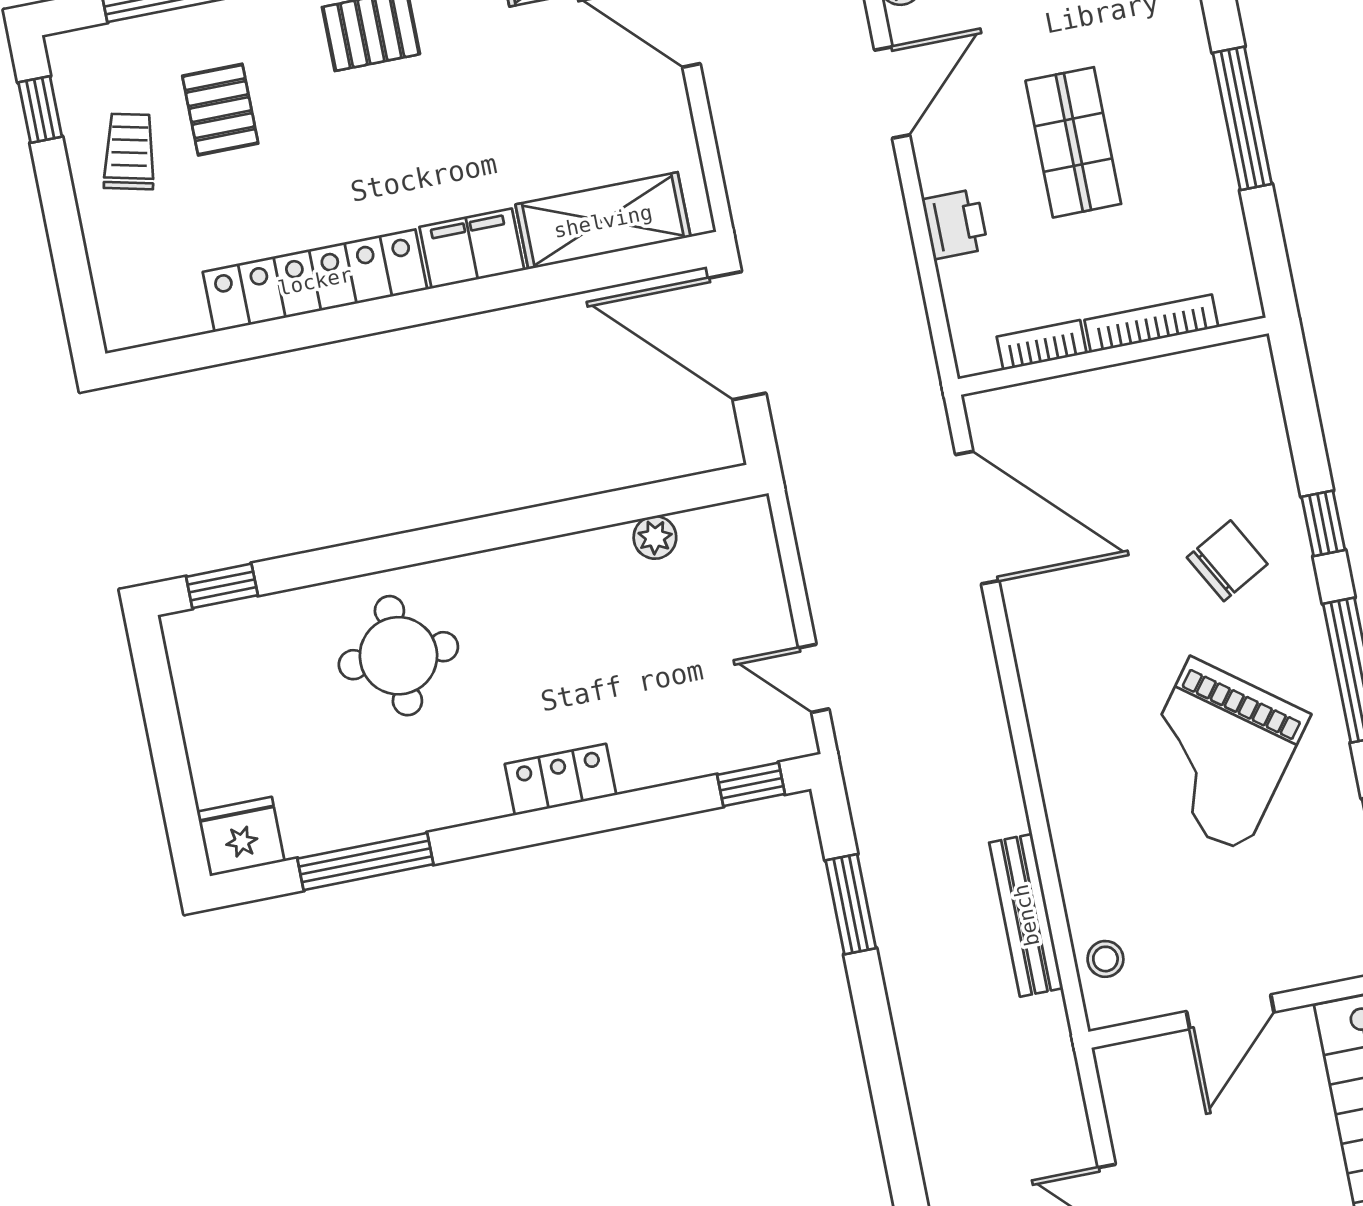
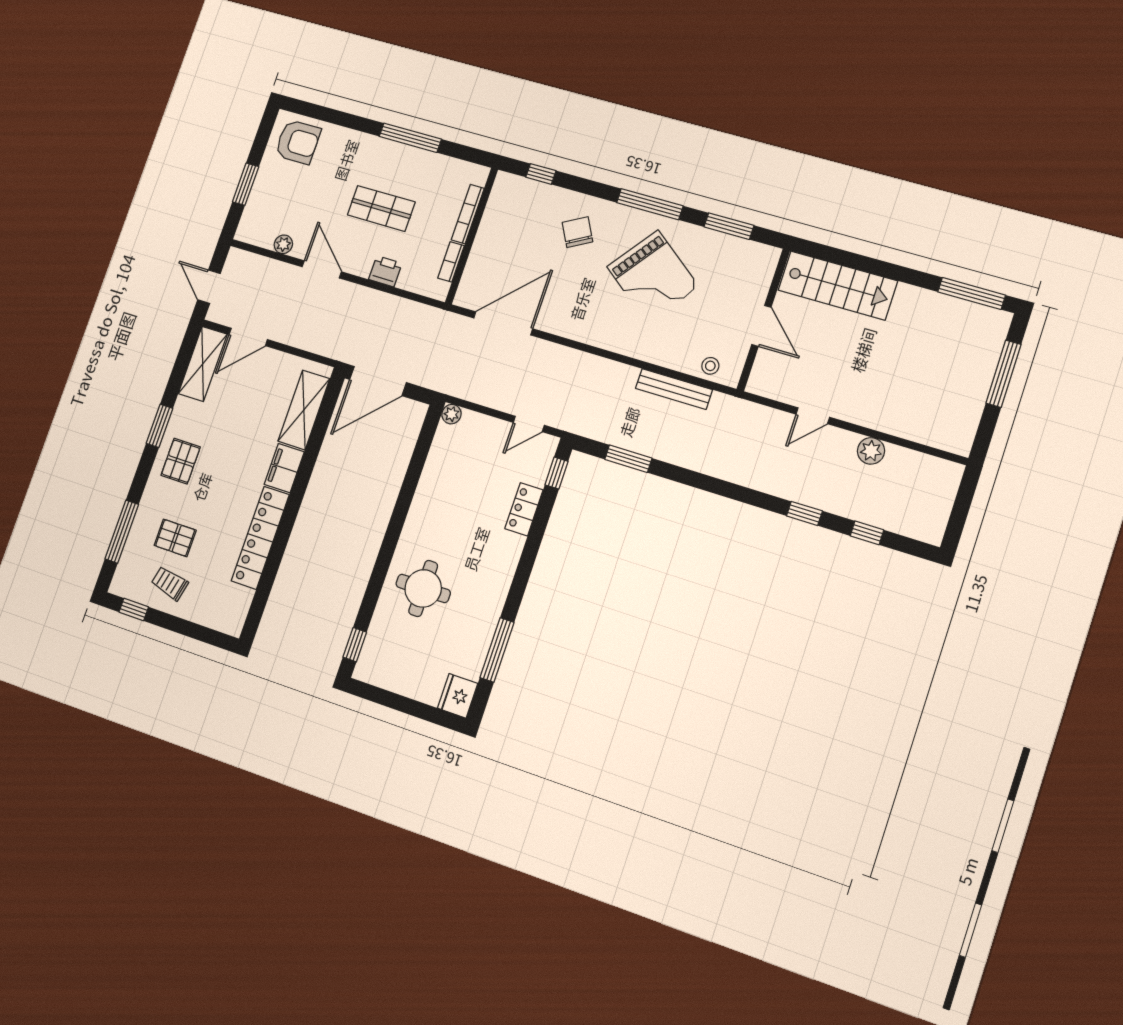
window: (1323, 523) -> (541, 174), moved
plant: (655, 537) -> (451, 414), moved
locker: (561, 779) -> (524, 509), moved

